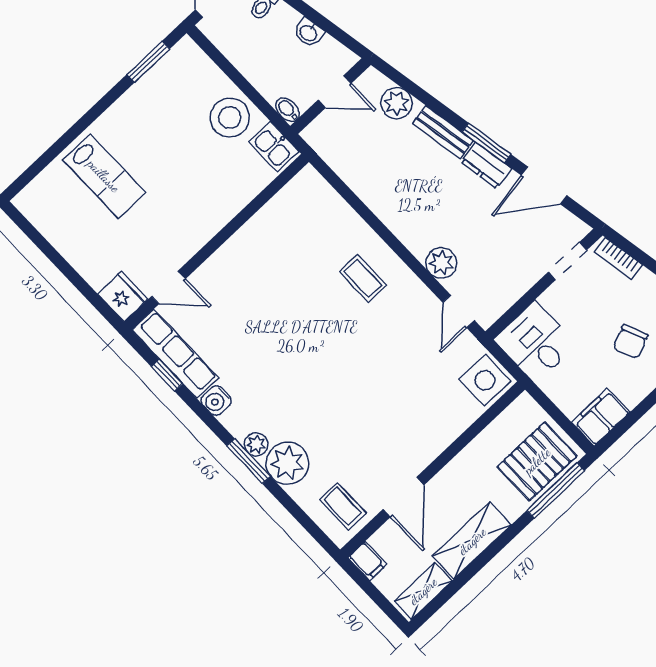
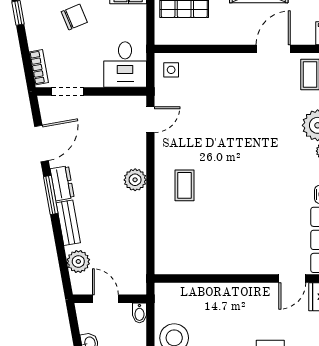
kitchen sink: (274, 147) -> (165, 300), removed
door: (544, 185) -> (41, 143), hinge flipped
plant: (441, 263) -> (135, 180), moved
door: (168, 288) -> (292, 278), swing flipped
side table: (485, 380) -> (171, 70), width x0.54, depth x0.54

